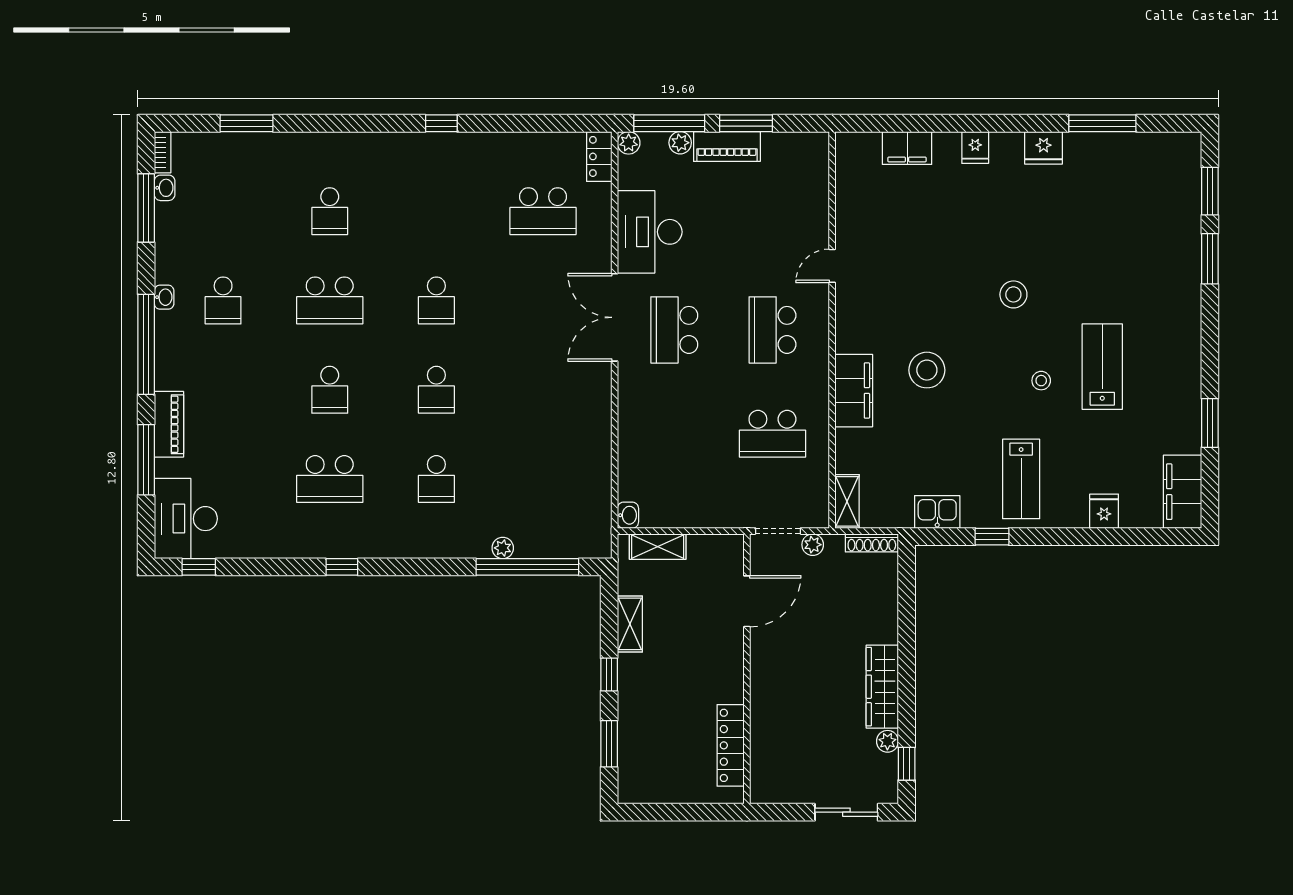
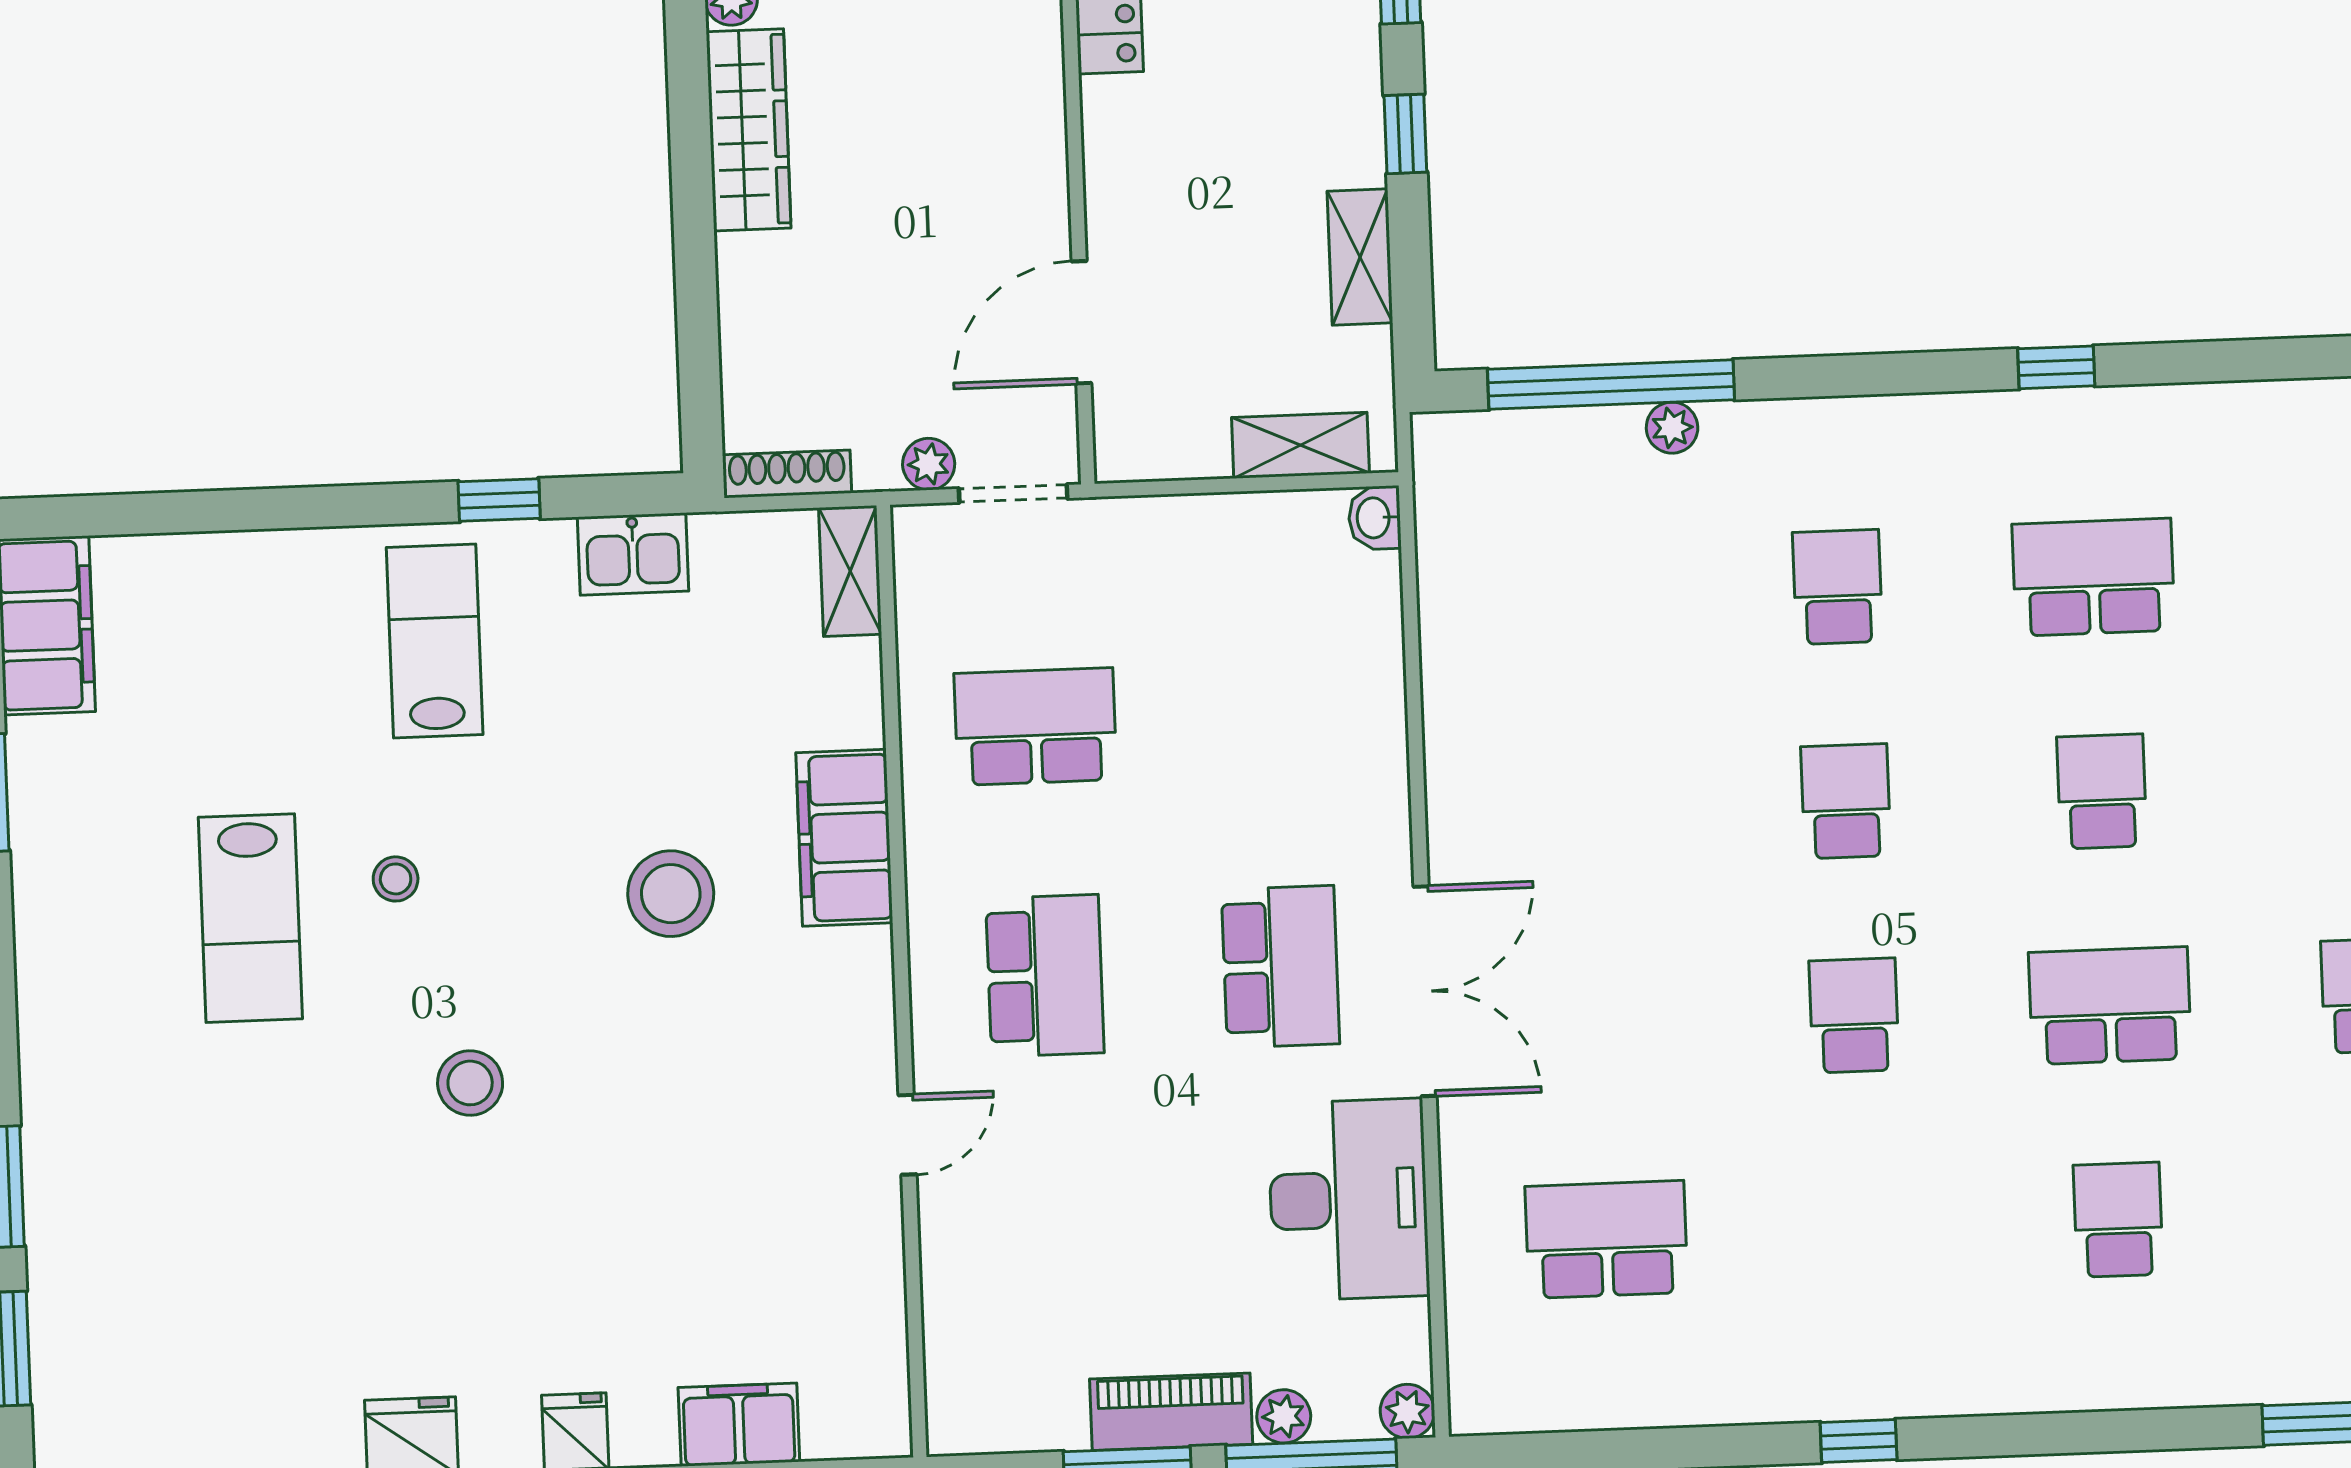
locker: (599, 156) -> (1477, 1376), removed
fridge: (1104, 511) -> (233, 571), removed

